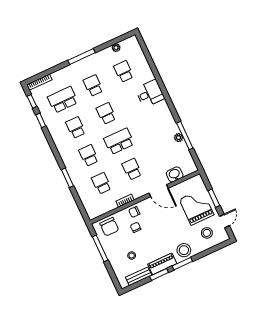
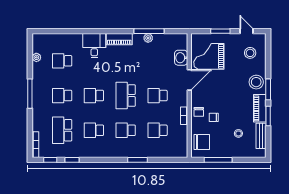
piano: (166, 113) -> (119, 39), added
grand piano: (196, 207) -> (209, 56), moved

